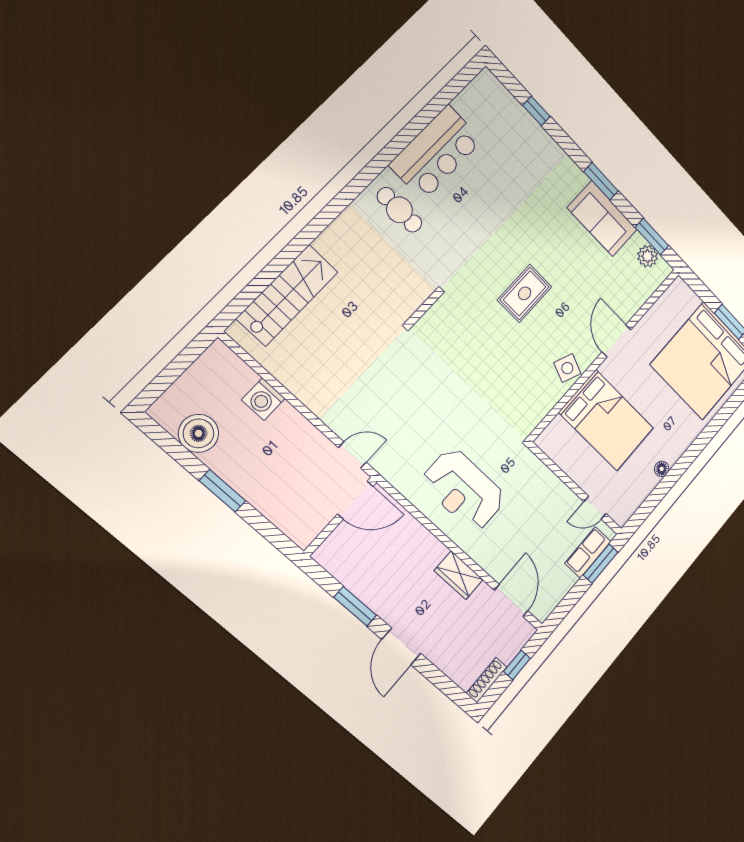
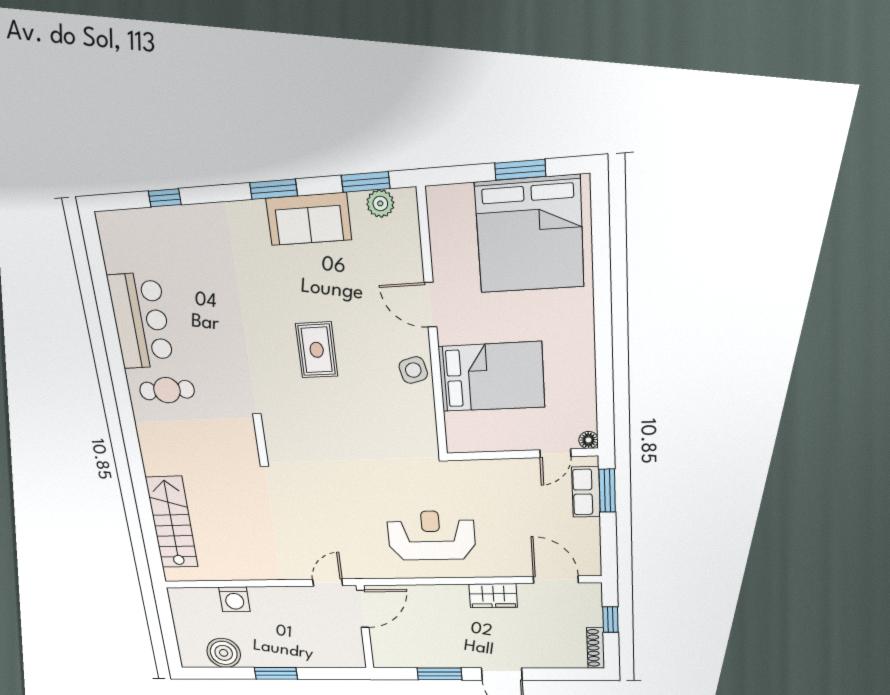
side table: (567, 368) -> (413, 370), turned -36
floor lamp: (662, 469) -> (588, 440), moved
reception desk: (464, 490) -> (431, 536), turned 180

